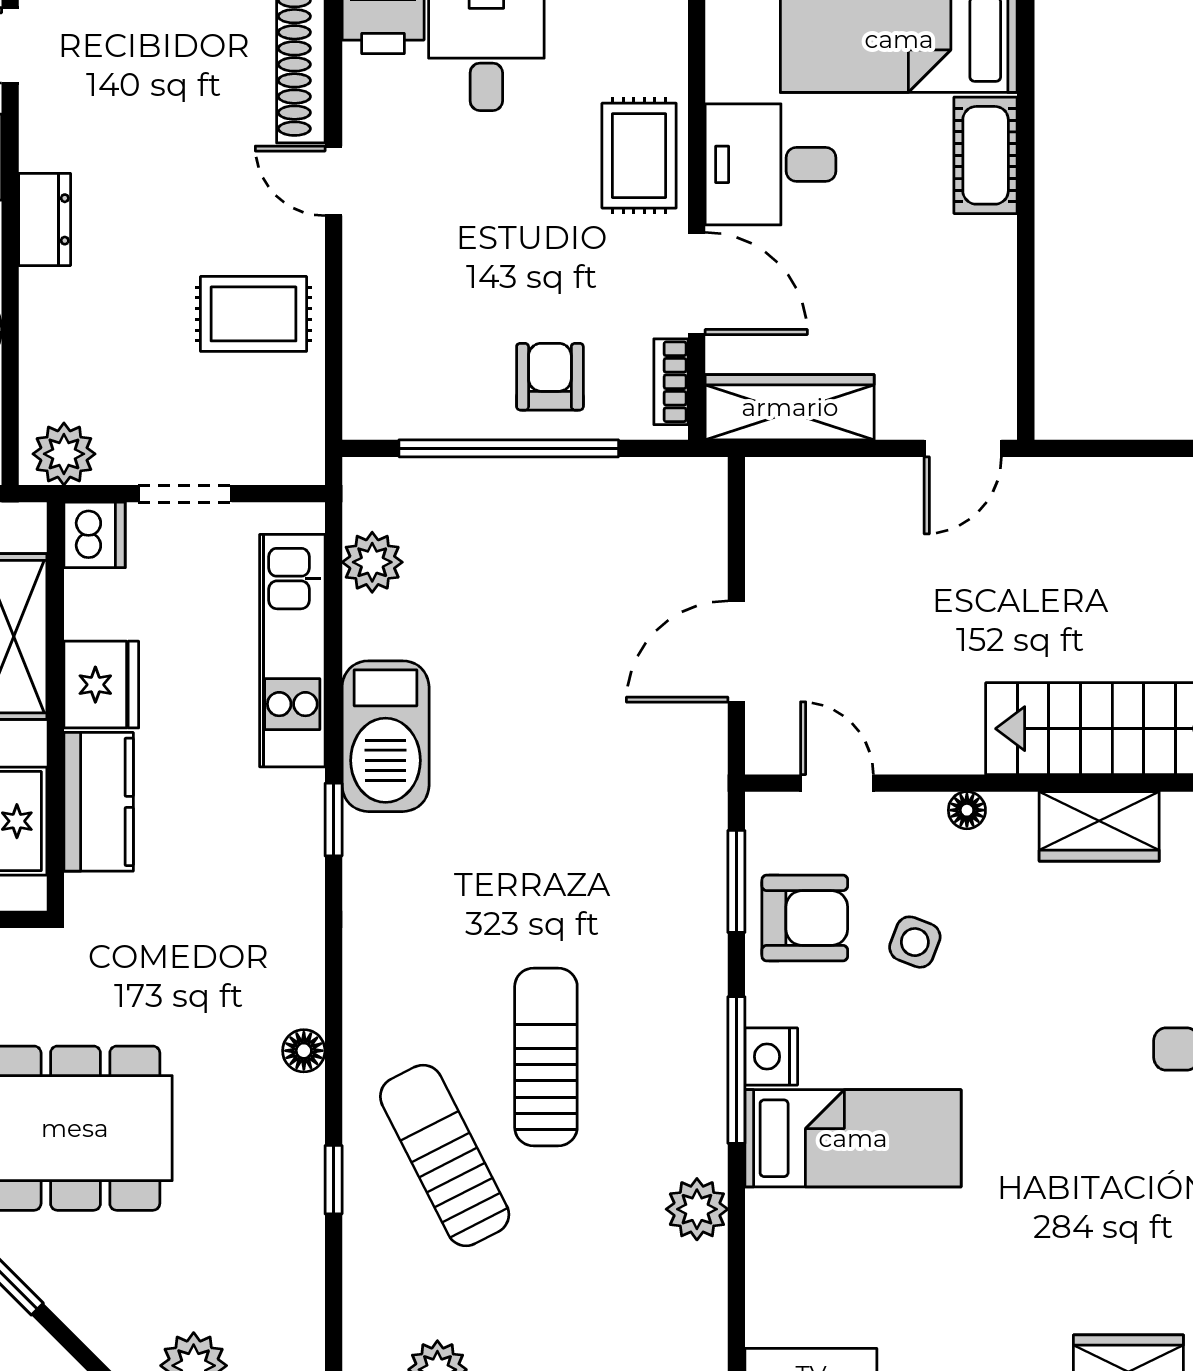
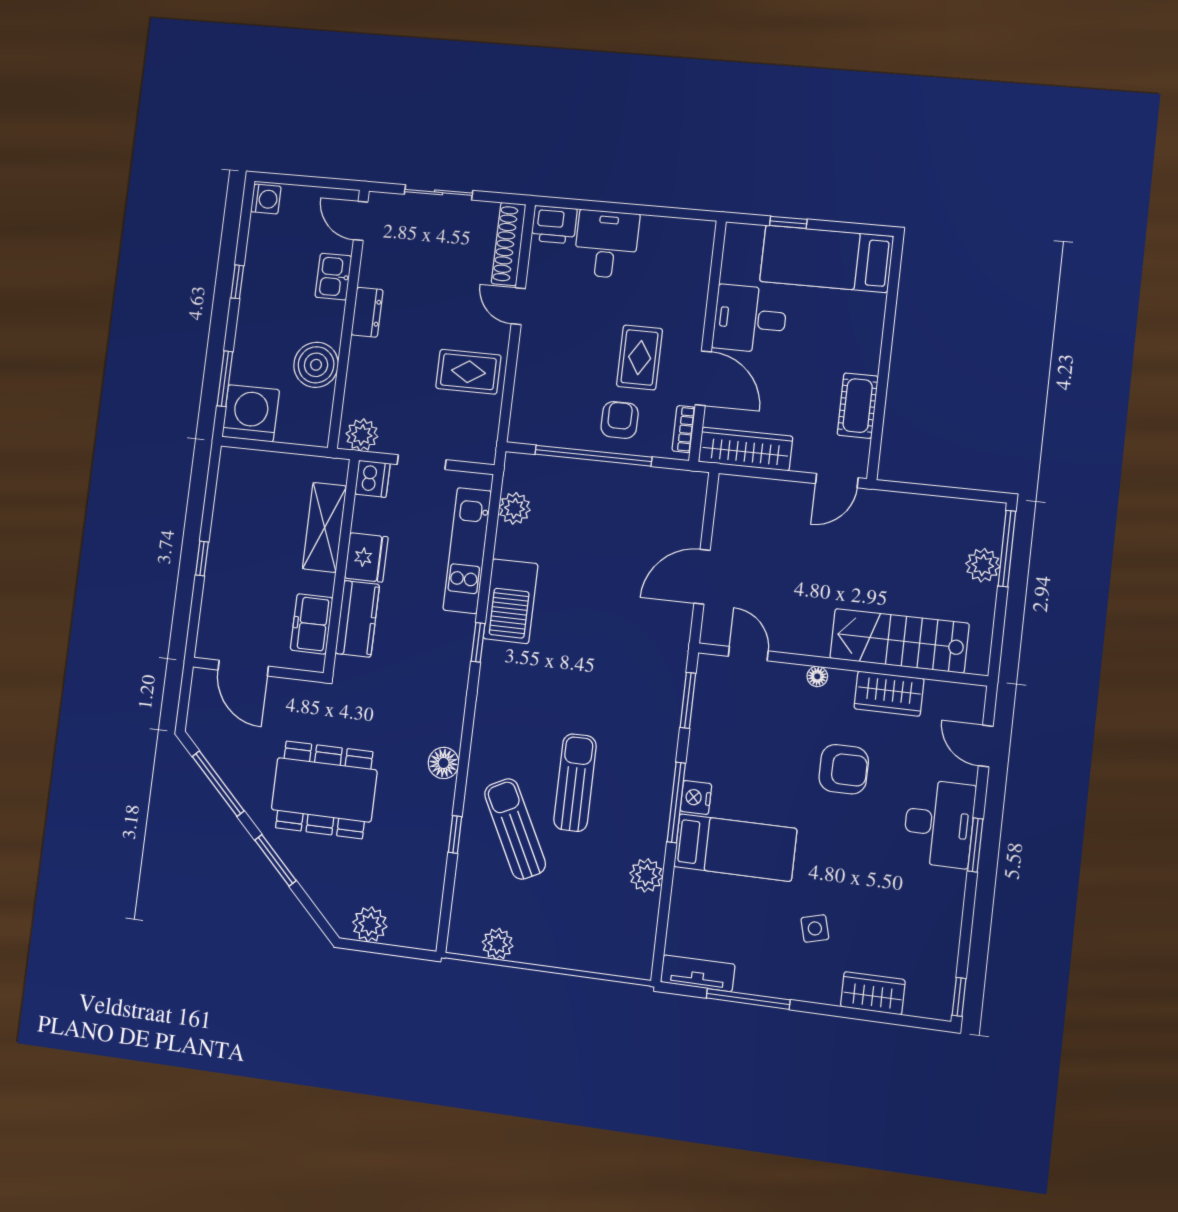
cot: (986, 155) -> (858, 406), moved
rug: (639, 156) -> (640, 358), moved
armchair: (805, 918) -> (844, 769), moved
side table: (915, 942) -> (815, 928), moved, turned -36
floor lamp: (304, 1051) -> (444, 763), width x1.37, depth x1.37

